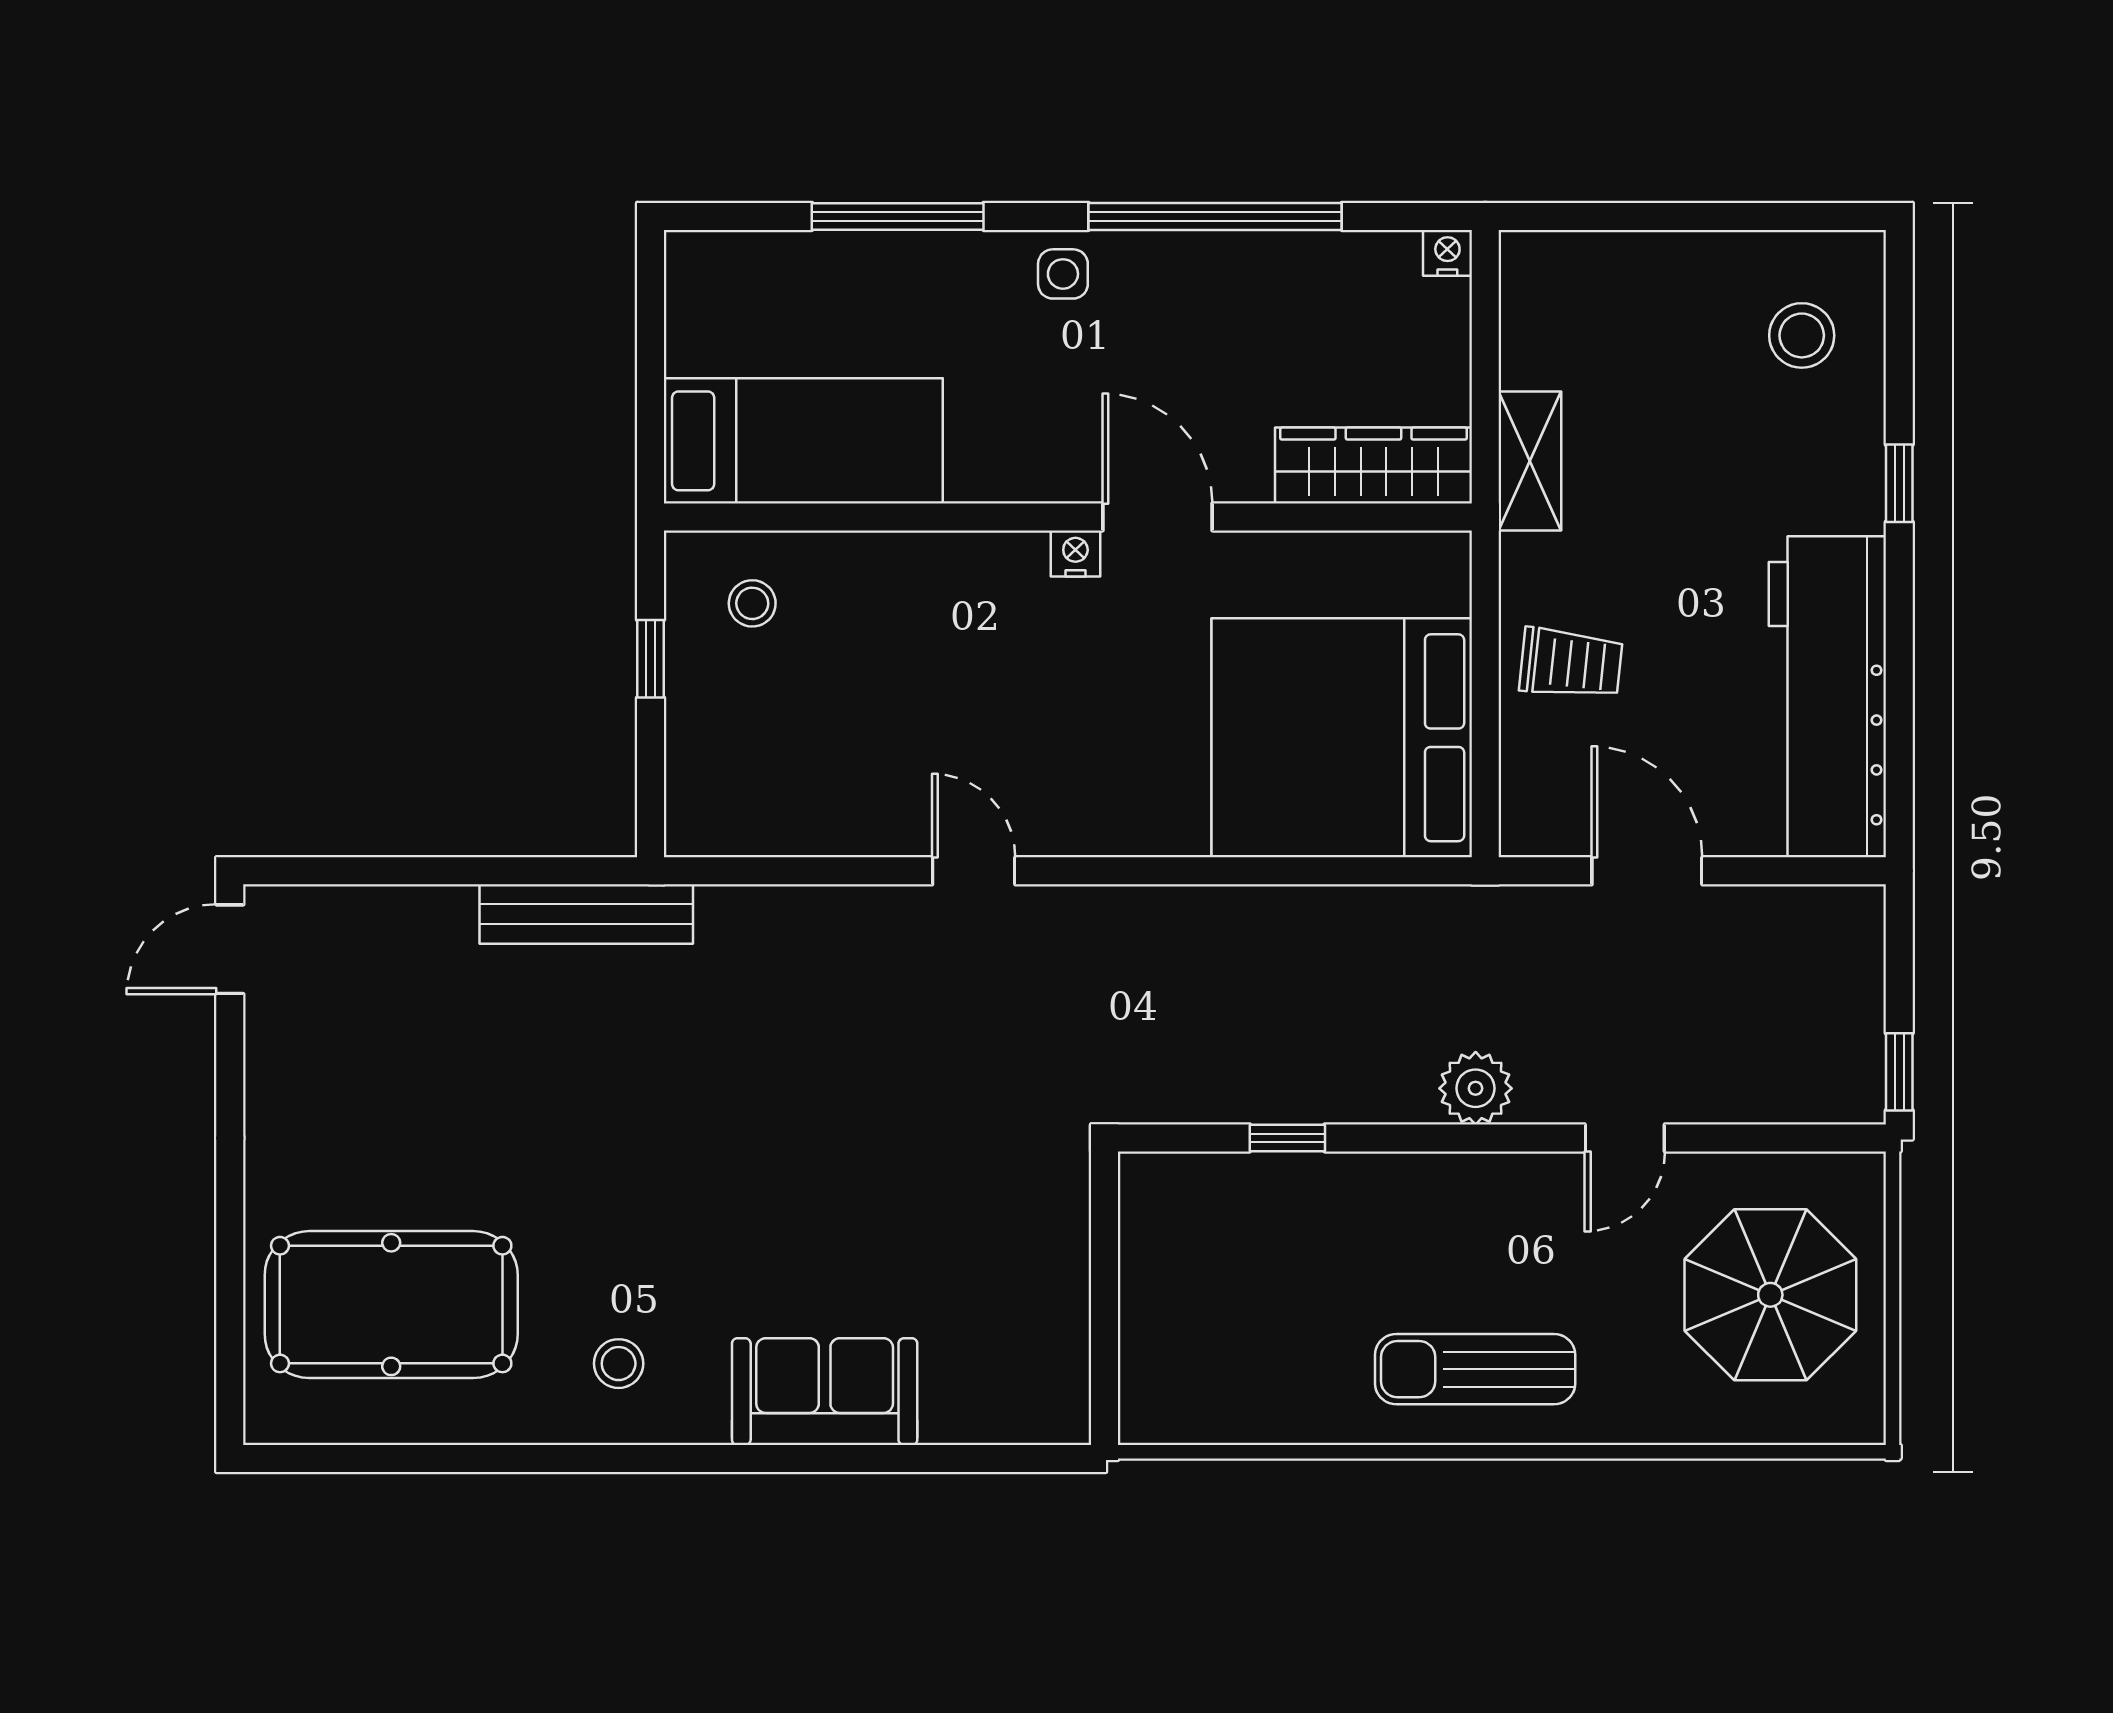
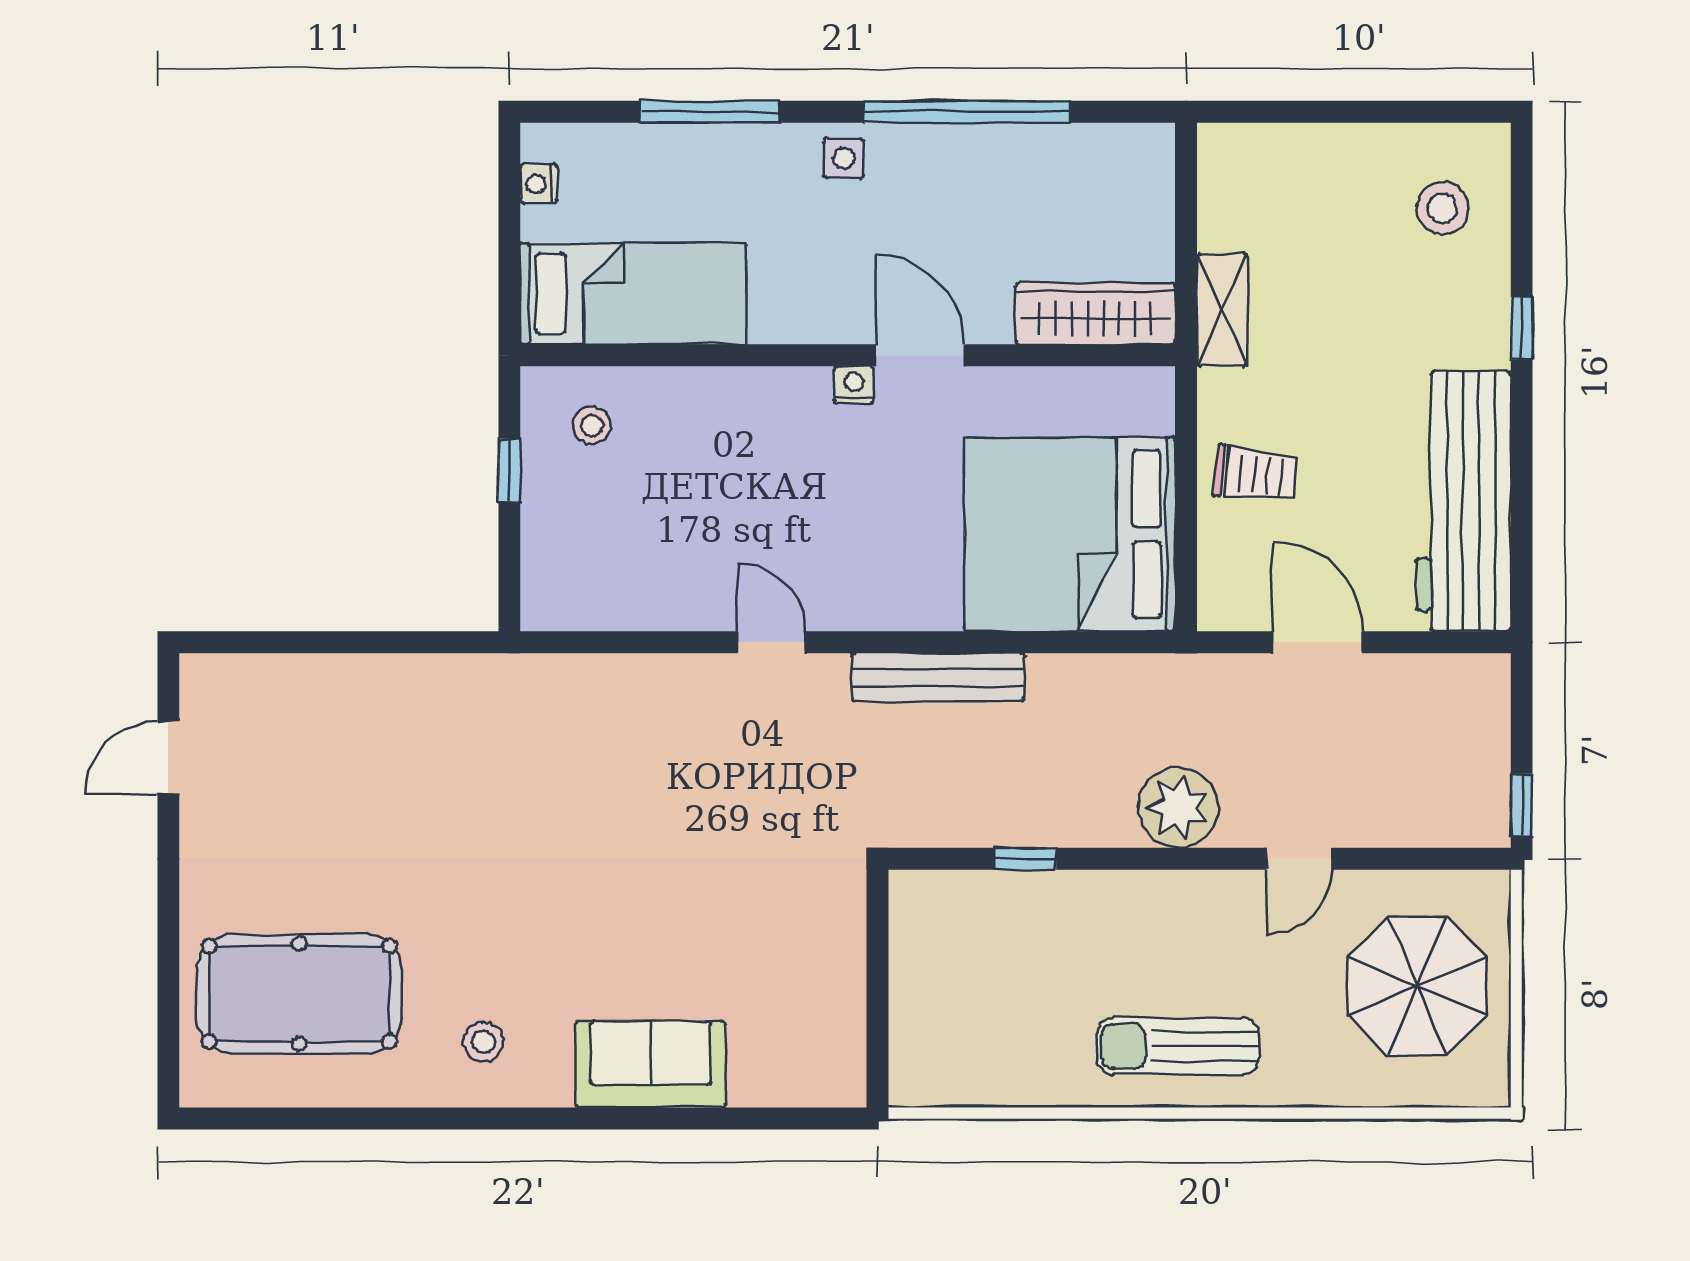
nightstand: (1447, 253) -> (539, 184), moved, turned -90
bench: (586, 914) -> (938, 677), moved
door: (230, 949) -> (168, 758), moved
plant: (1476, 1088) -> (1178, 808), width x1.36, depth x1.36

